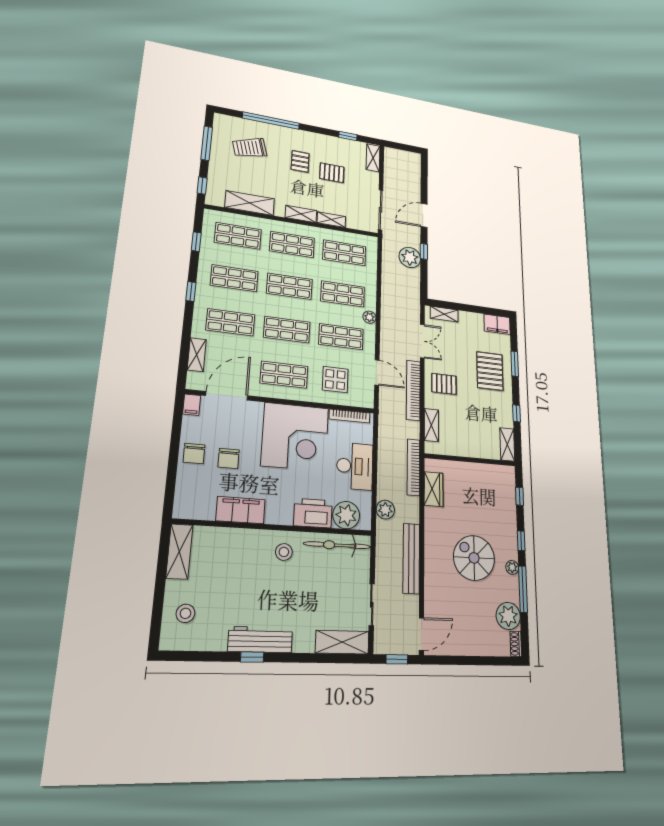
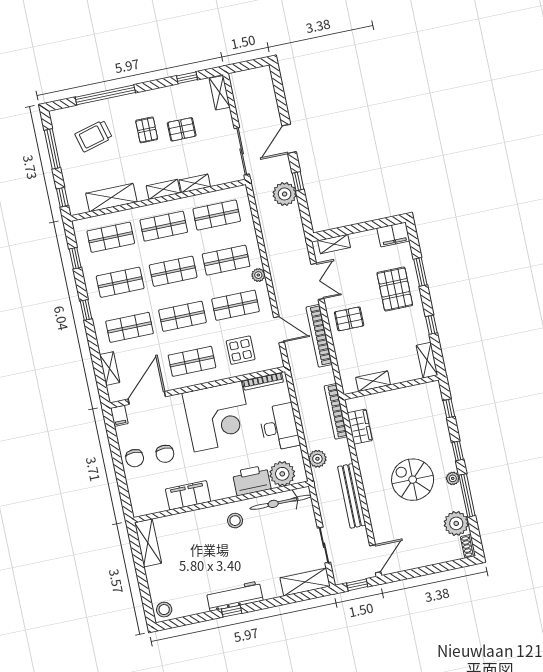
shelving: (431, 425) -> (373, 381), moved, turned 90
stool: (185, 613) -> (164, 610), moved

